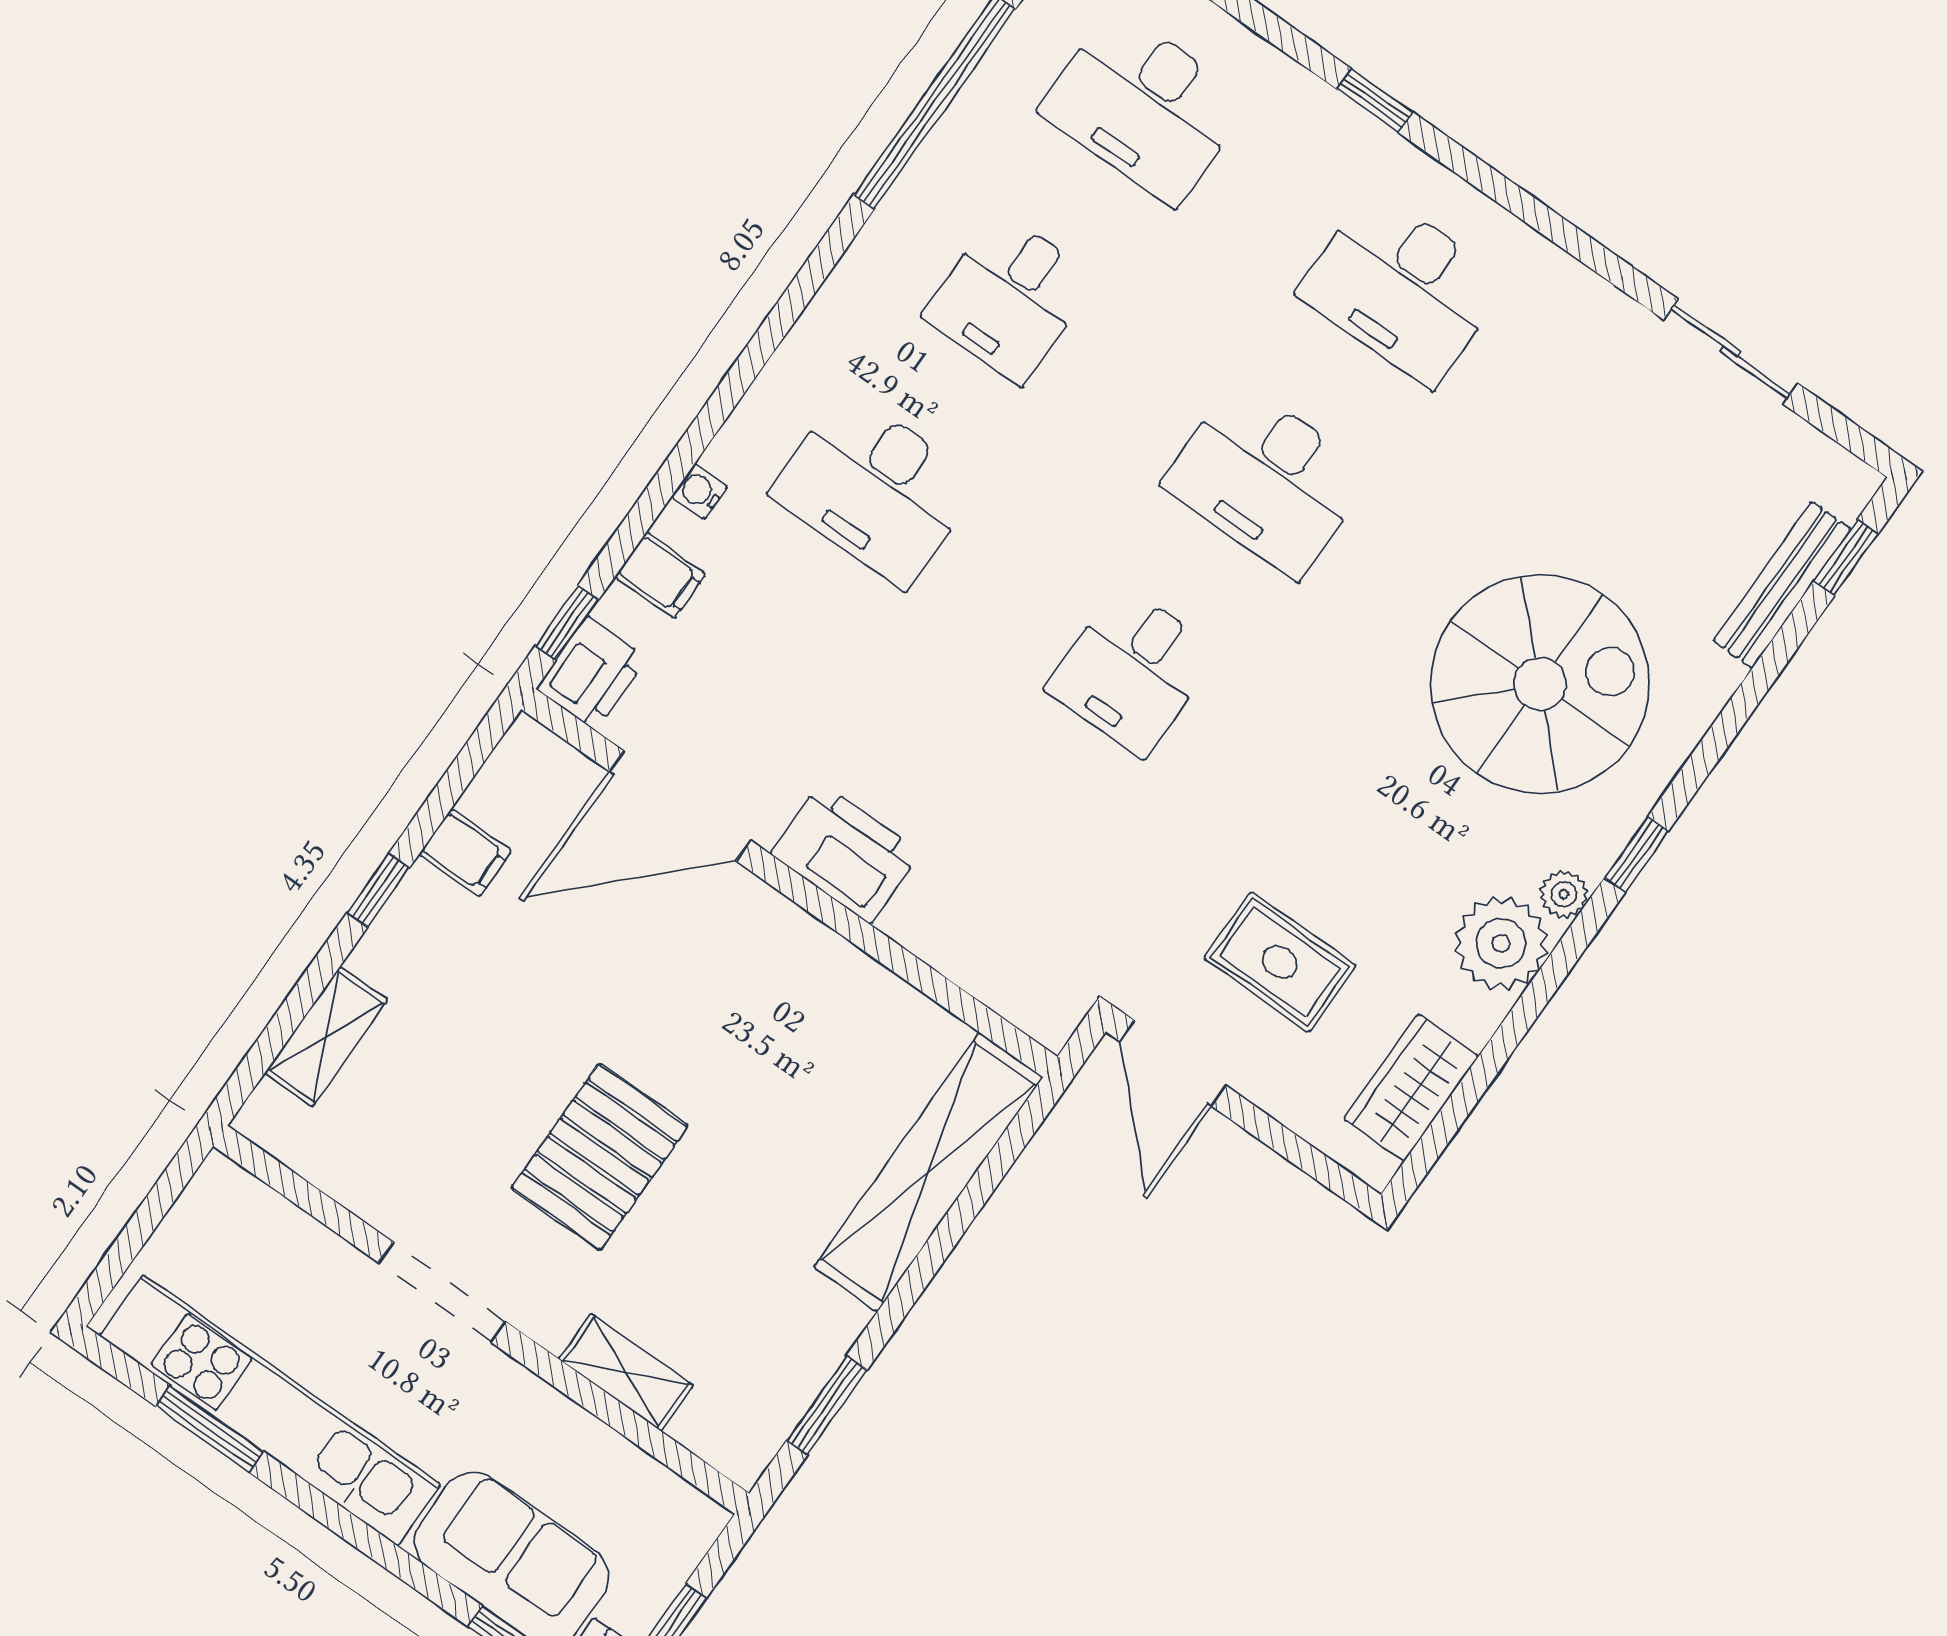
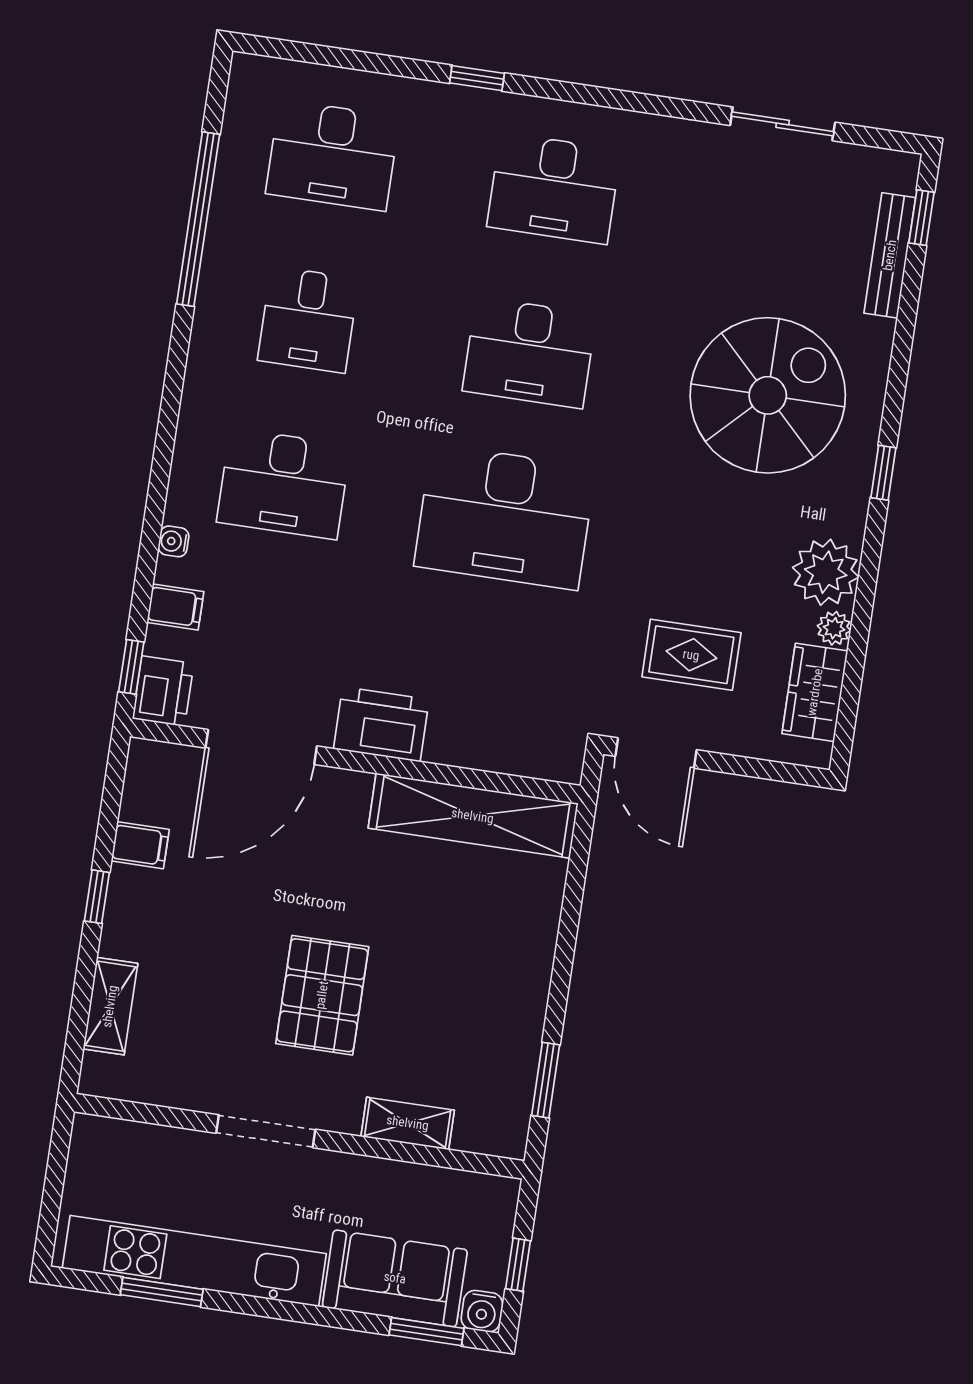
desk: (1132, 670) -> (505, 517), width x1.87, depth x1.30
plant: (1564, 894) -> (834, 628), moved
shelving: (928, 1172) -> (473, 816), moved, turned 90

